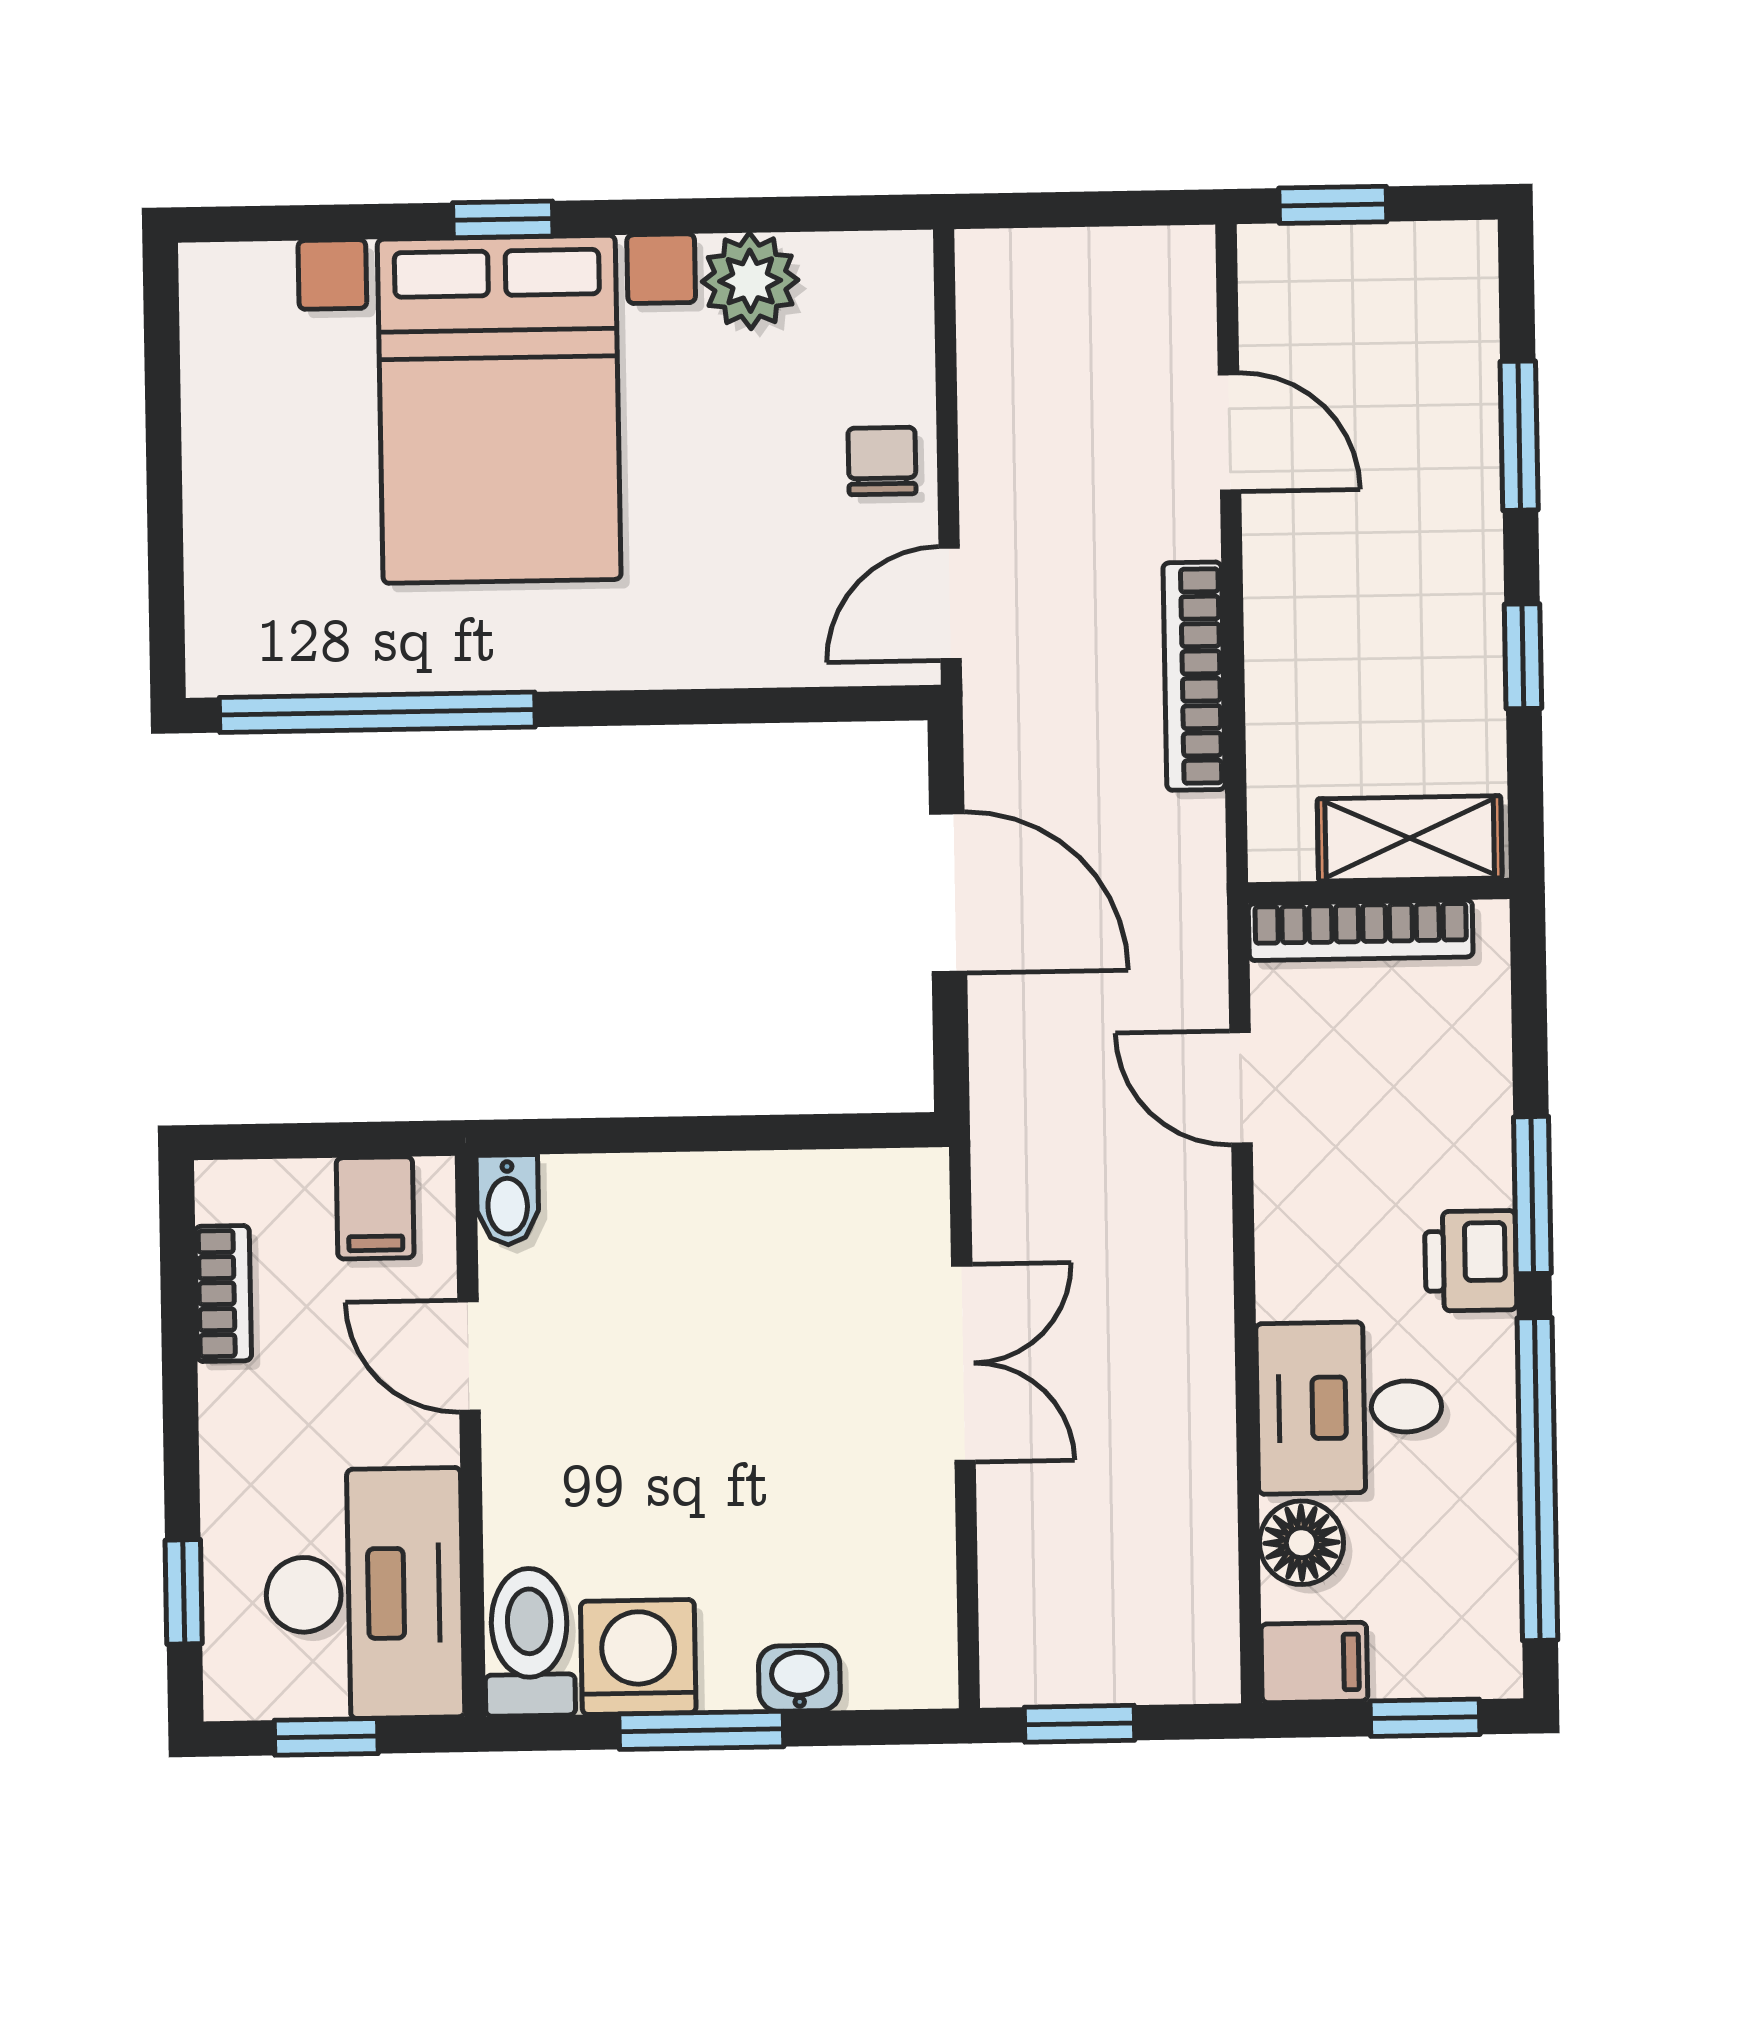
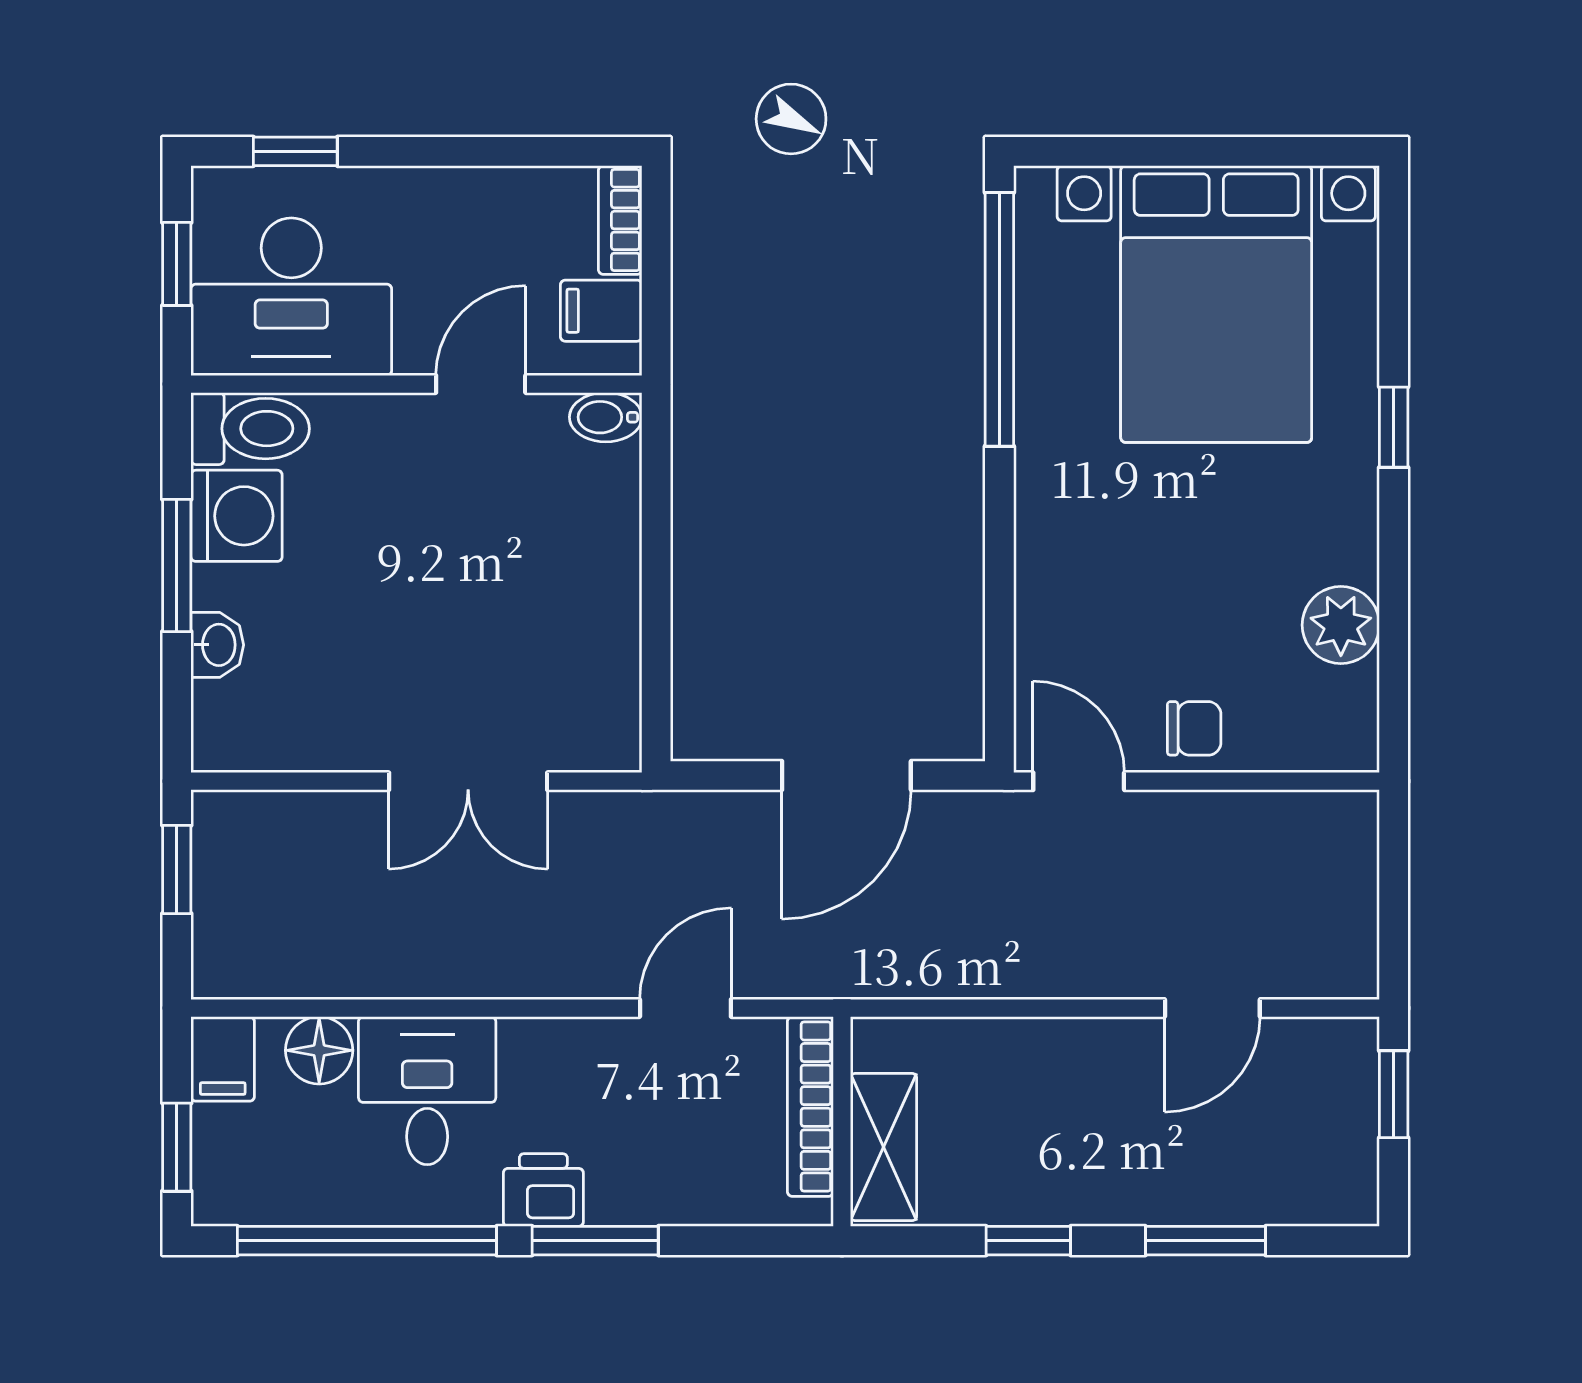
bed with nightstands: (499, 409) -> (1216, 304), moved, turned -90
bookcase: (1194, 676) -> (1017, 976), removed
bookcase: (223, 1293) -> (620, 220), moved, turned 90

